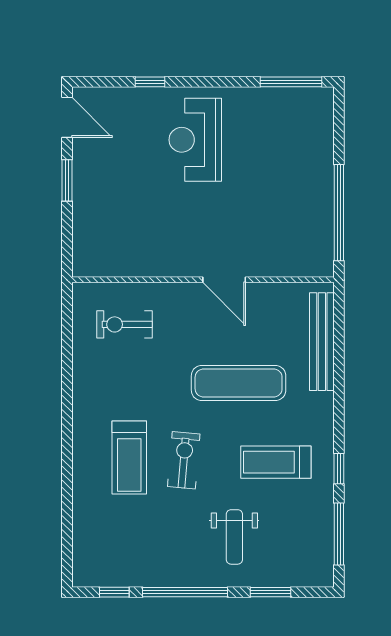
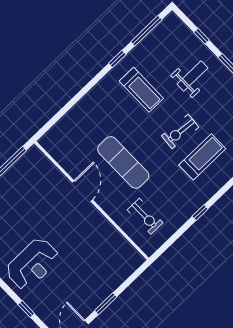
bench: (322, 342) -> (68, 121), removed
exercise mat: (239, 383) -> (123, 162), moved
window: (67, 392) -> (200, 213), added
window: (270, 592) -> (202, 36), width x0.67

